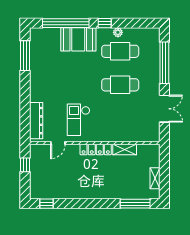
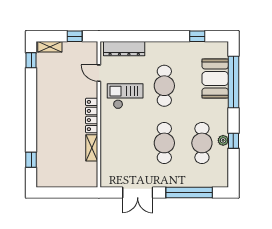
window: (105, 23) -> (233, 141), moved
booth: (78, 39) -> (215, 79), moved
window: (25, 56) -> (197, 36), width x0.46
cafe table: (69, 85) -> (164, 86), added
shelving: (155, 178) -> (50, 47), moved
window: (135, 204) -> (31, 160), width x0.46

